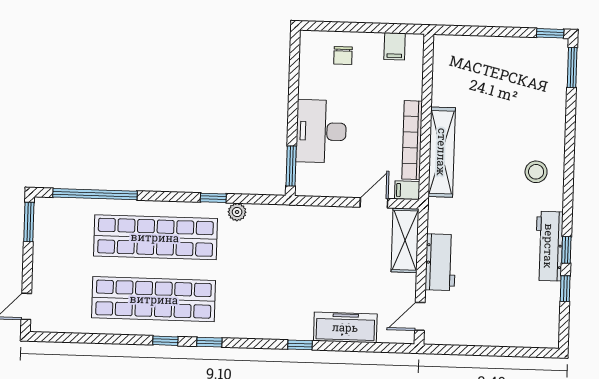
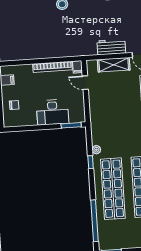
shelving: (442, 152) -> (57, 52), removed
shelving: (405, 240) -> (114, 65), moved

